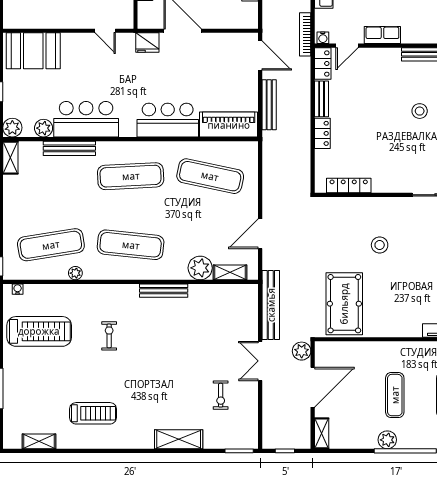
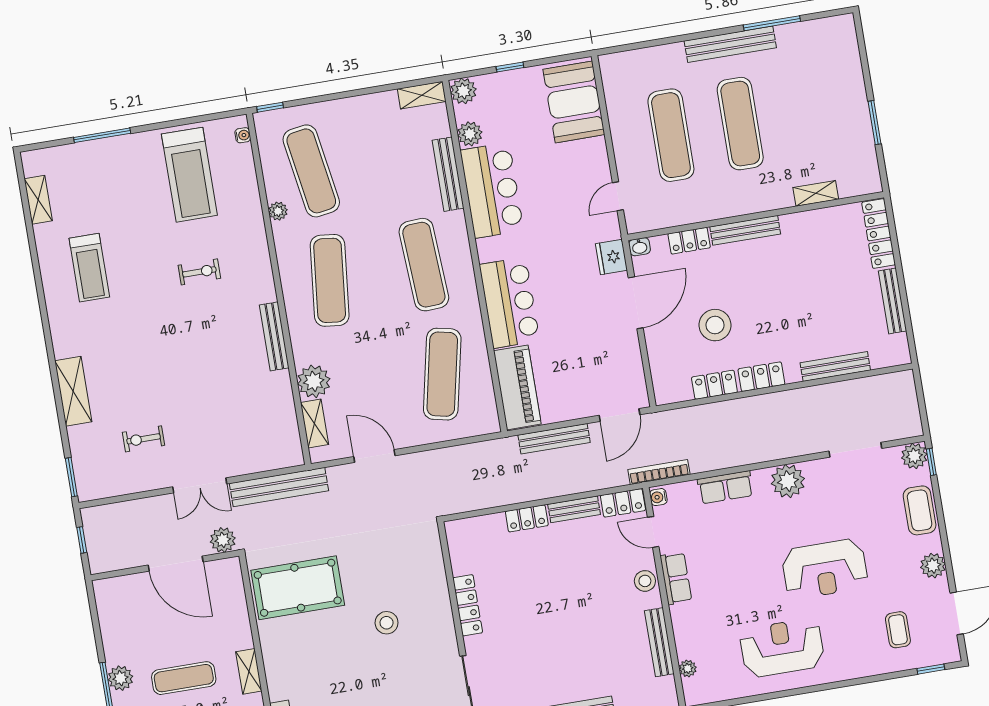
washbasin: (143, 21) -> (640, 247), added
stool: (420, 111) -> (645, 581), moved
locker: (349, 186) -> (468, 605), moved
double door: (260, 361) -> (200, 485), swing flipped
shelving: (322, 433) -> (249, 671), moved, turned 90

